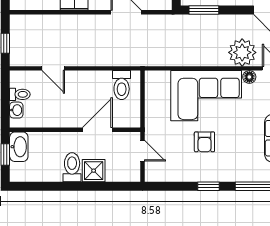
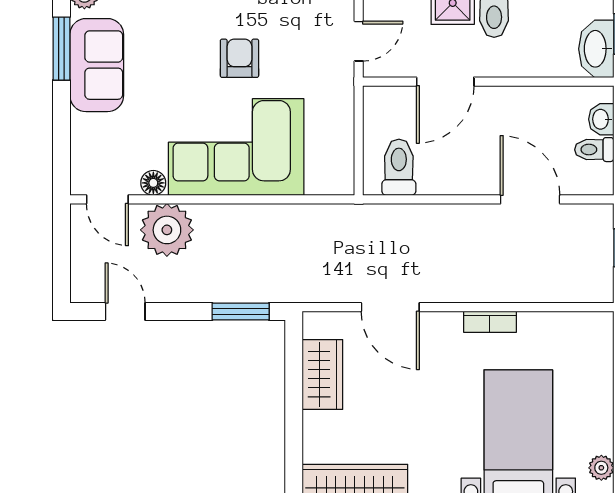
door: (53, 68) -> (530, 199), width x1.38
door: (142, 151) -> (359, 41), swing flipped

